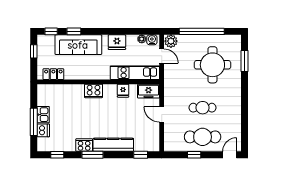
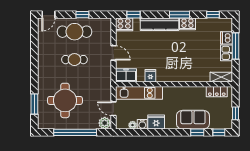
water cooler: (152, 40) -> (142, 124), moved
sofa: (78, 45) -> (193, 120), width x0.73
shelving: (49, 89) -> (221, 77), added
cooker: (94, 91) -> (124, 24), moved, turned 180

